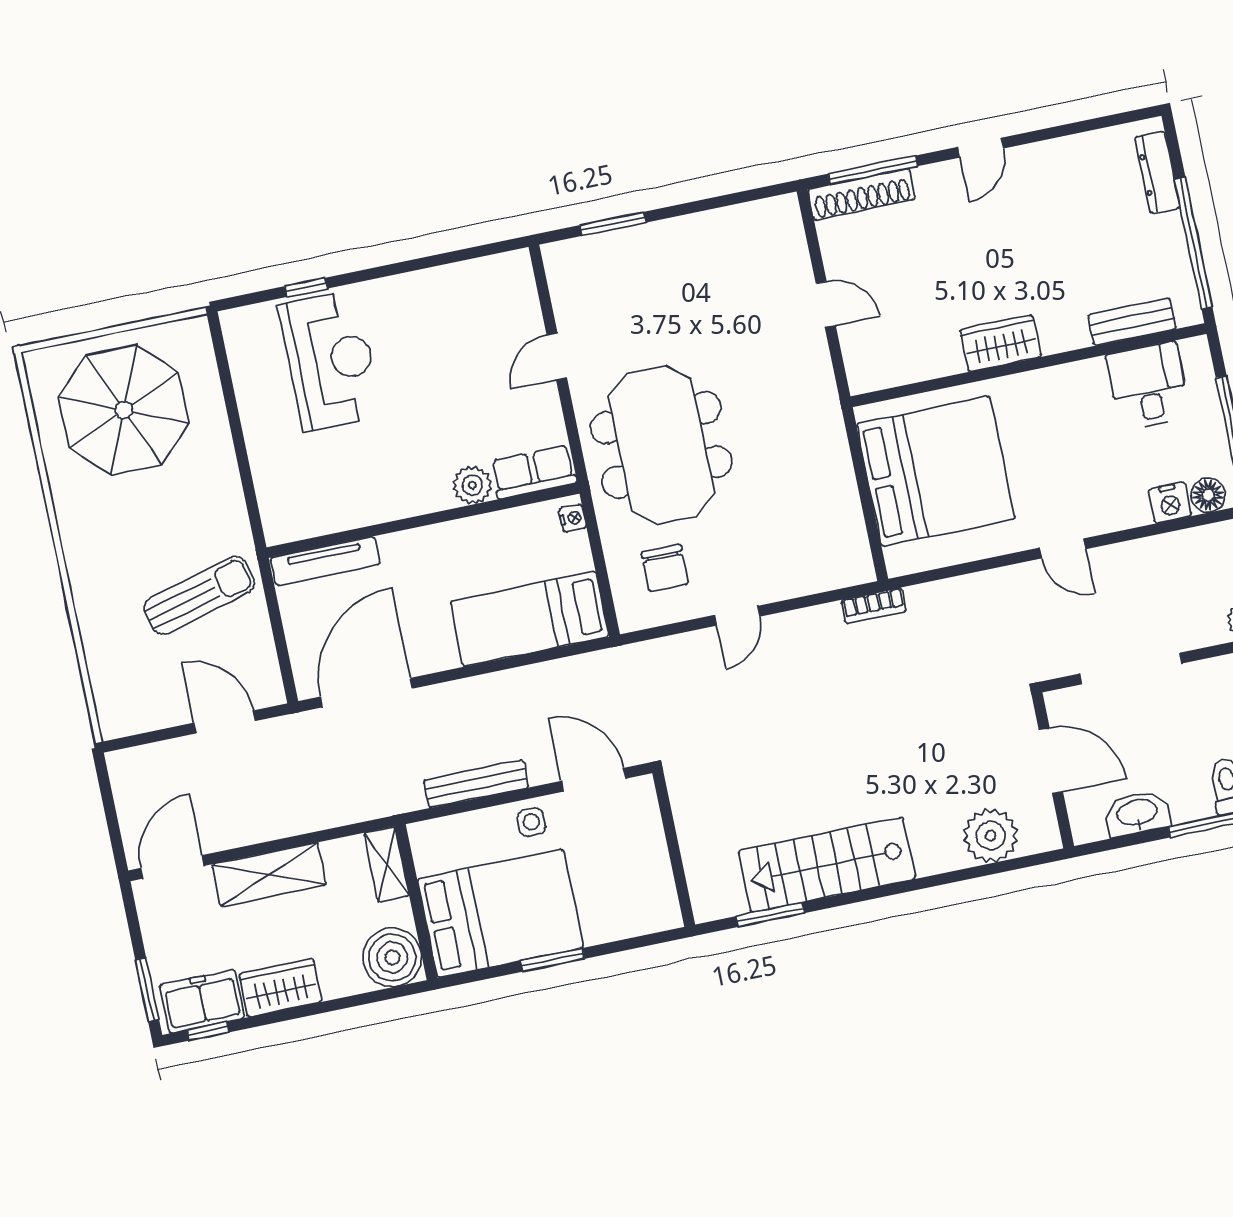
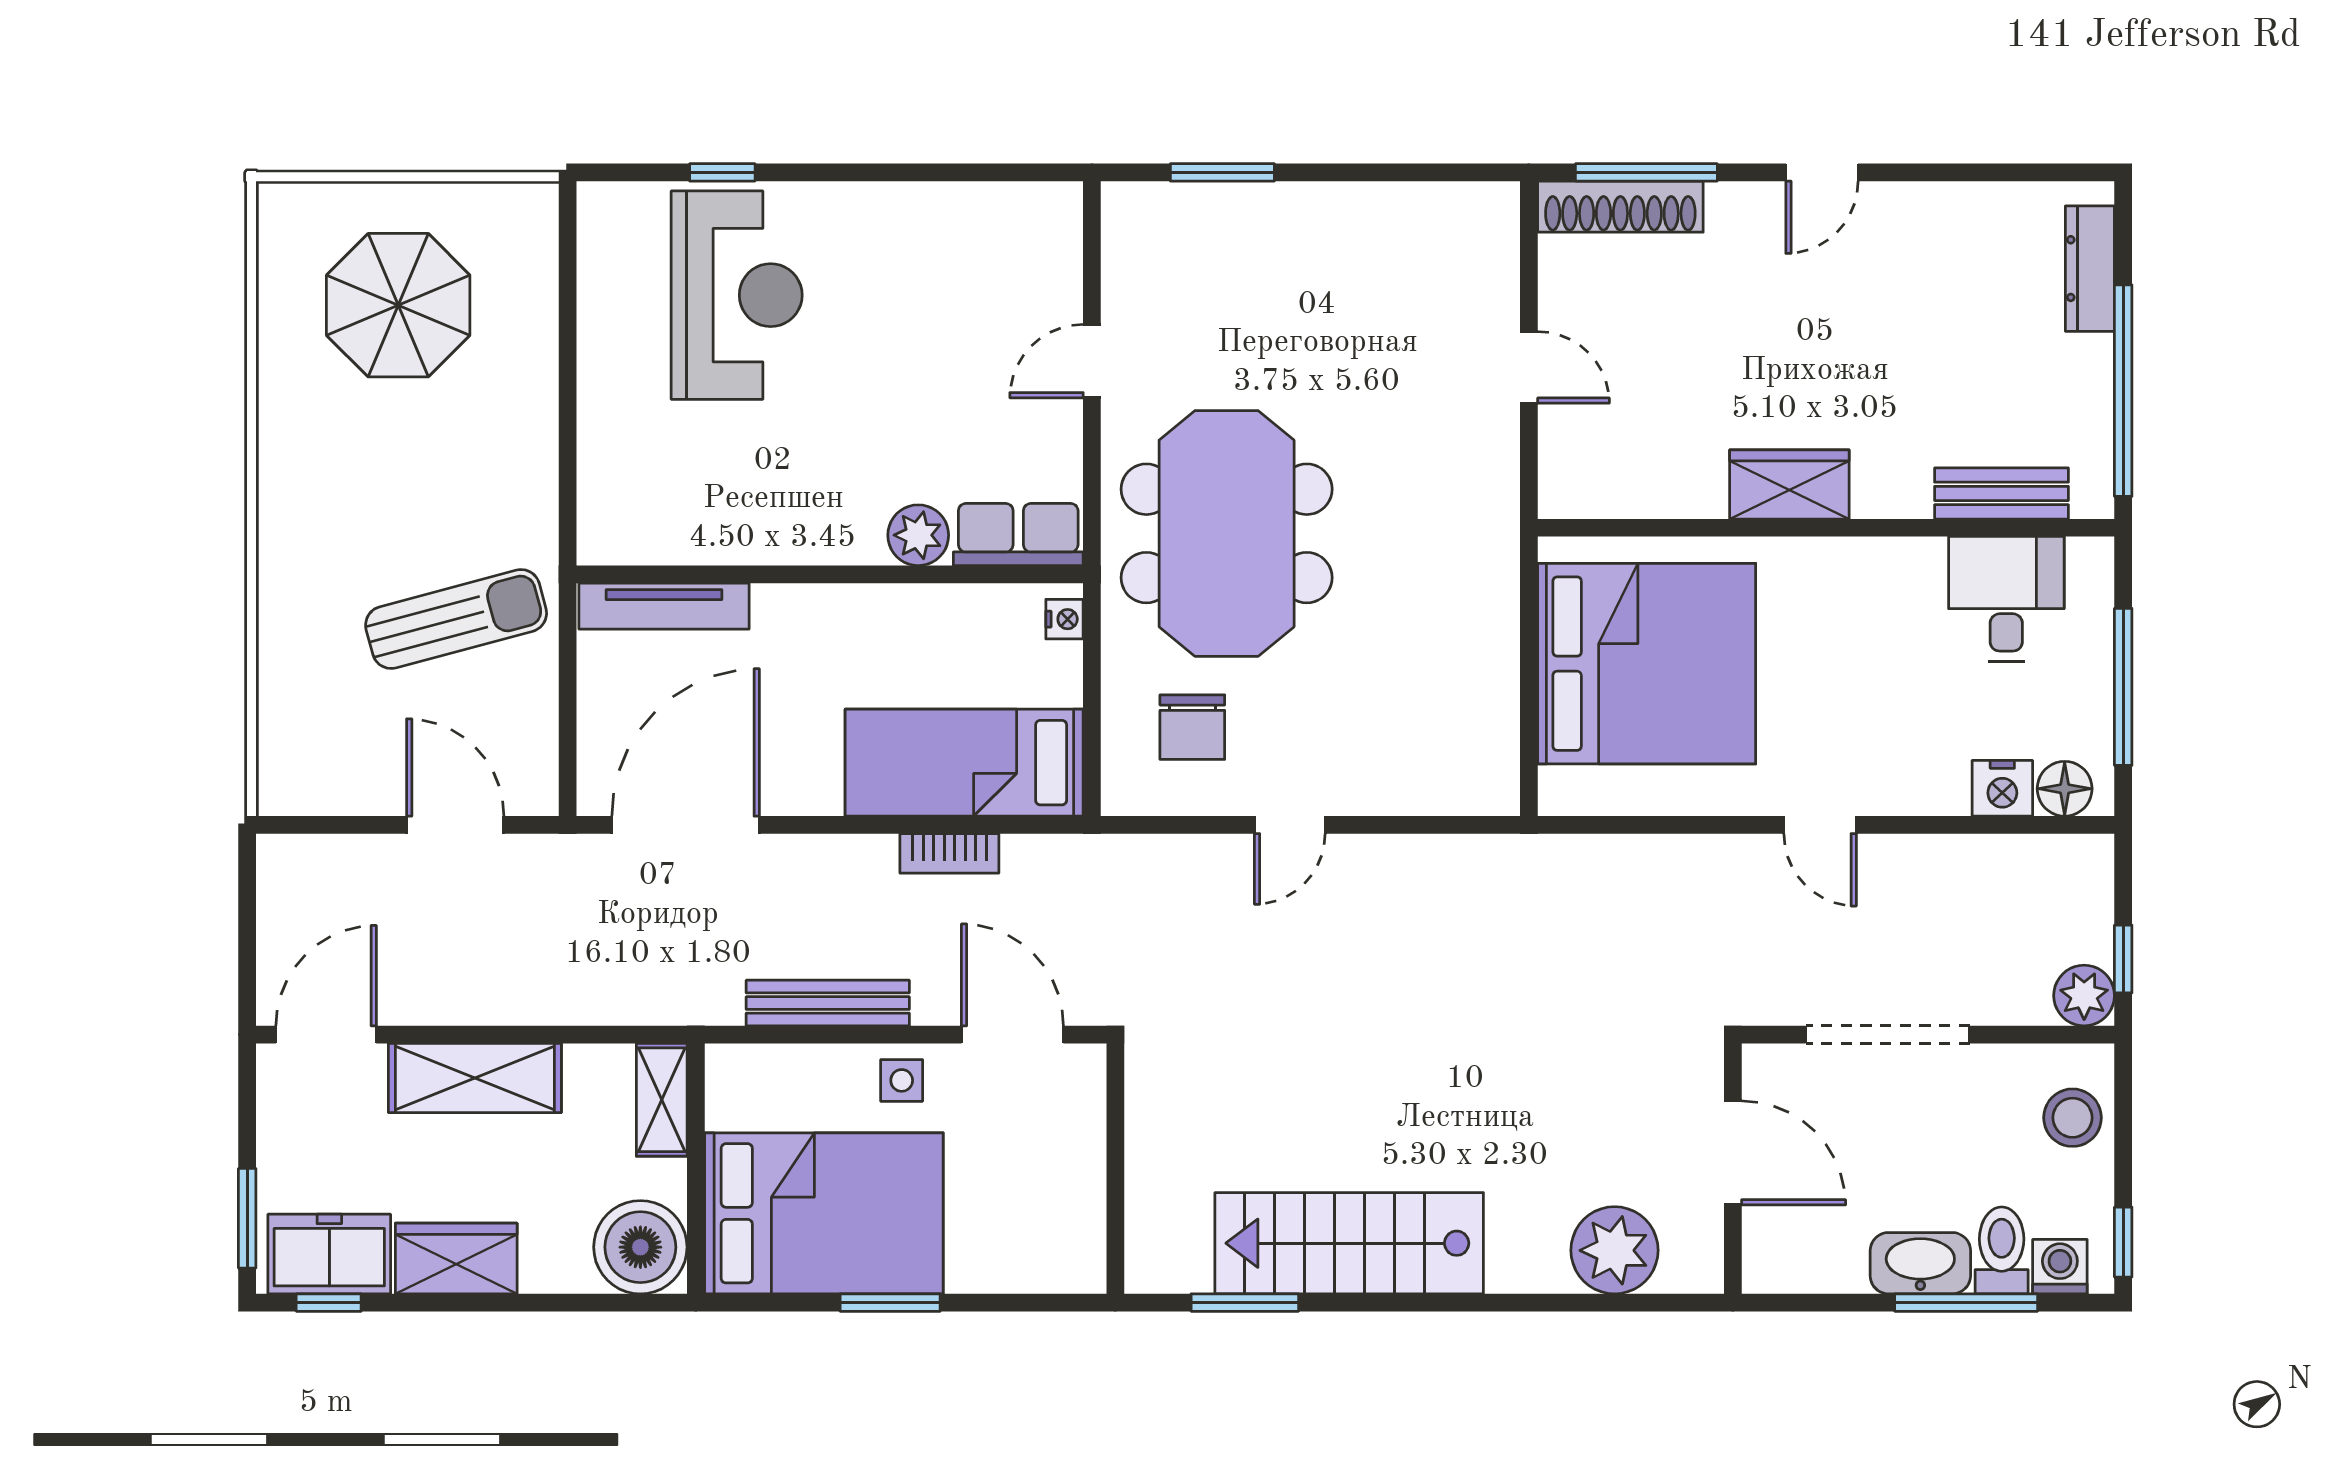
parasol: (124, 410) -> (398, 305), width x0.73, depth x0.73
bookcase: (874, 606) -> (949, 853), moved
washbasin: (1137, 813) -> (1920, 1263), moved

